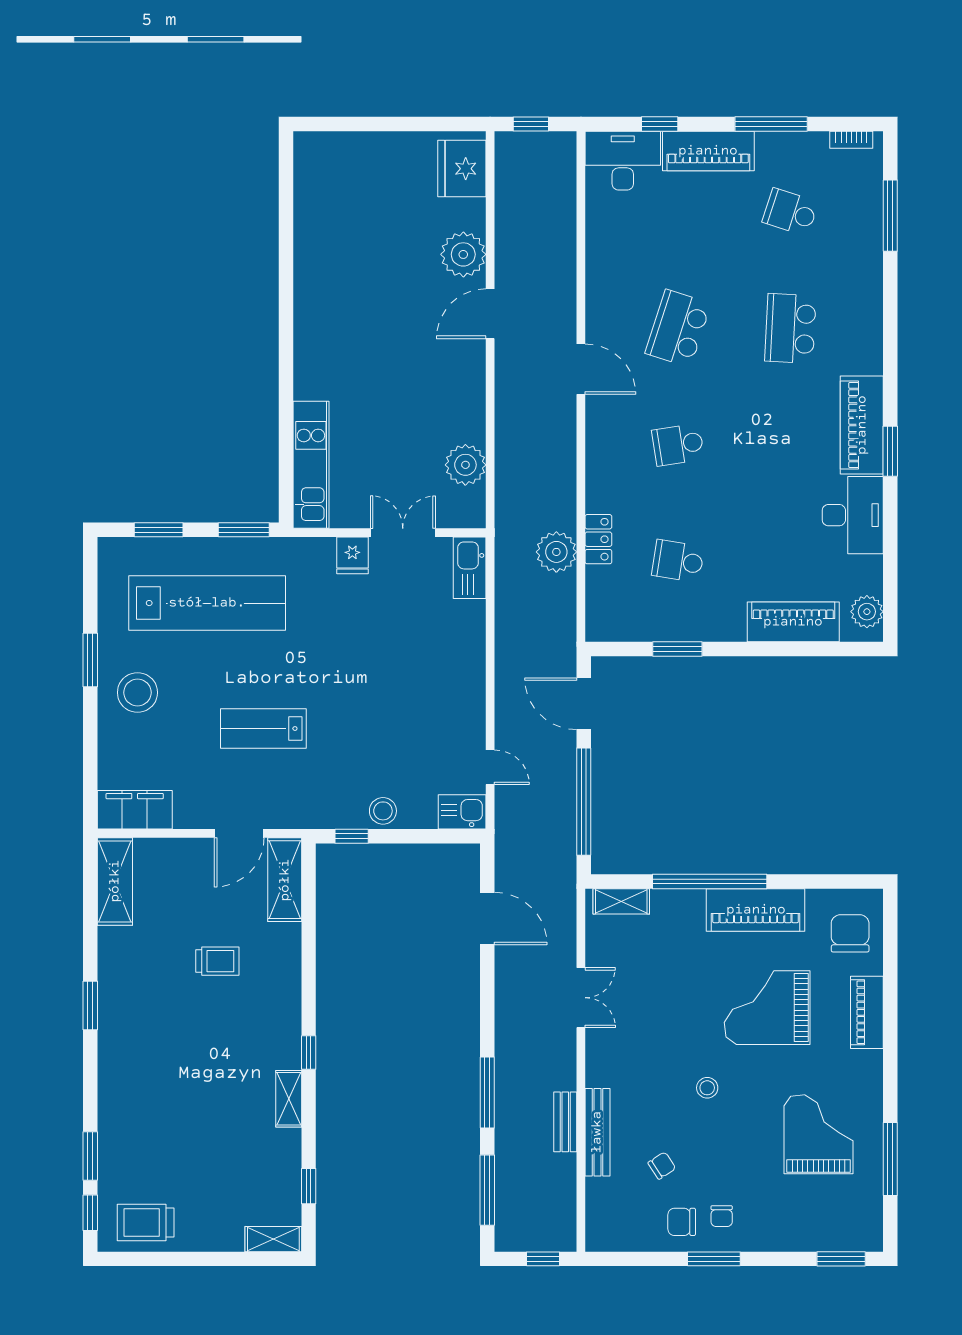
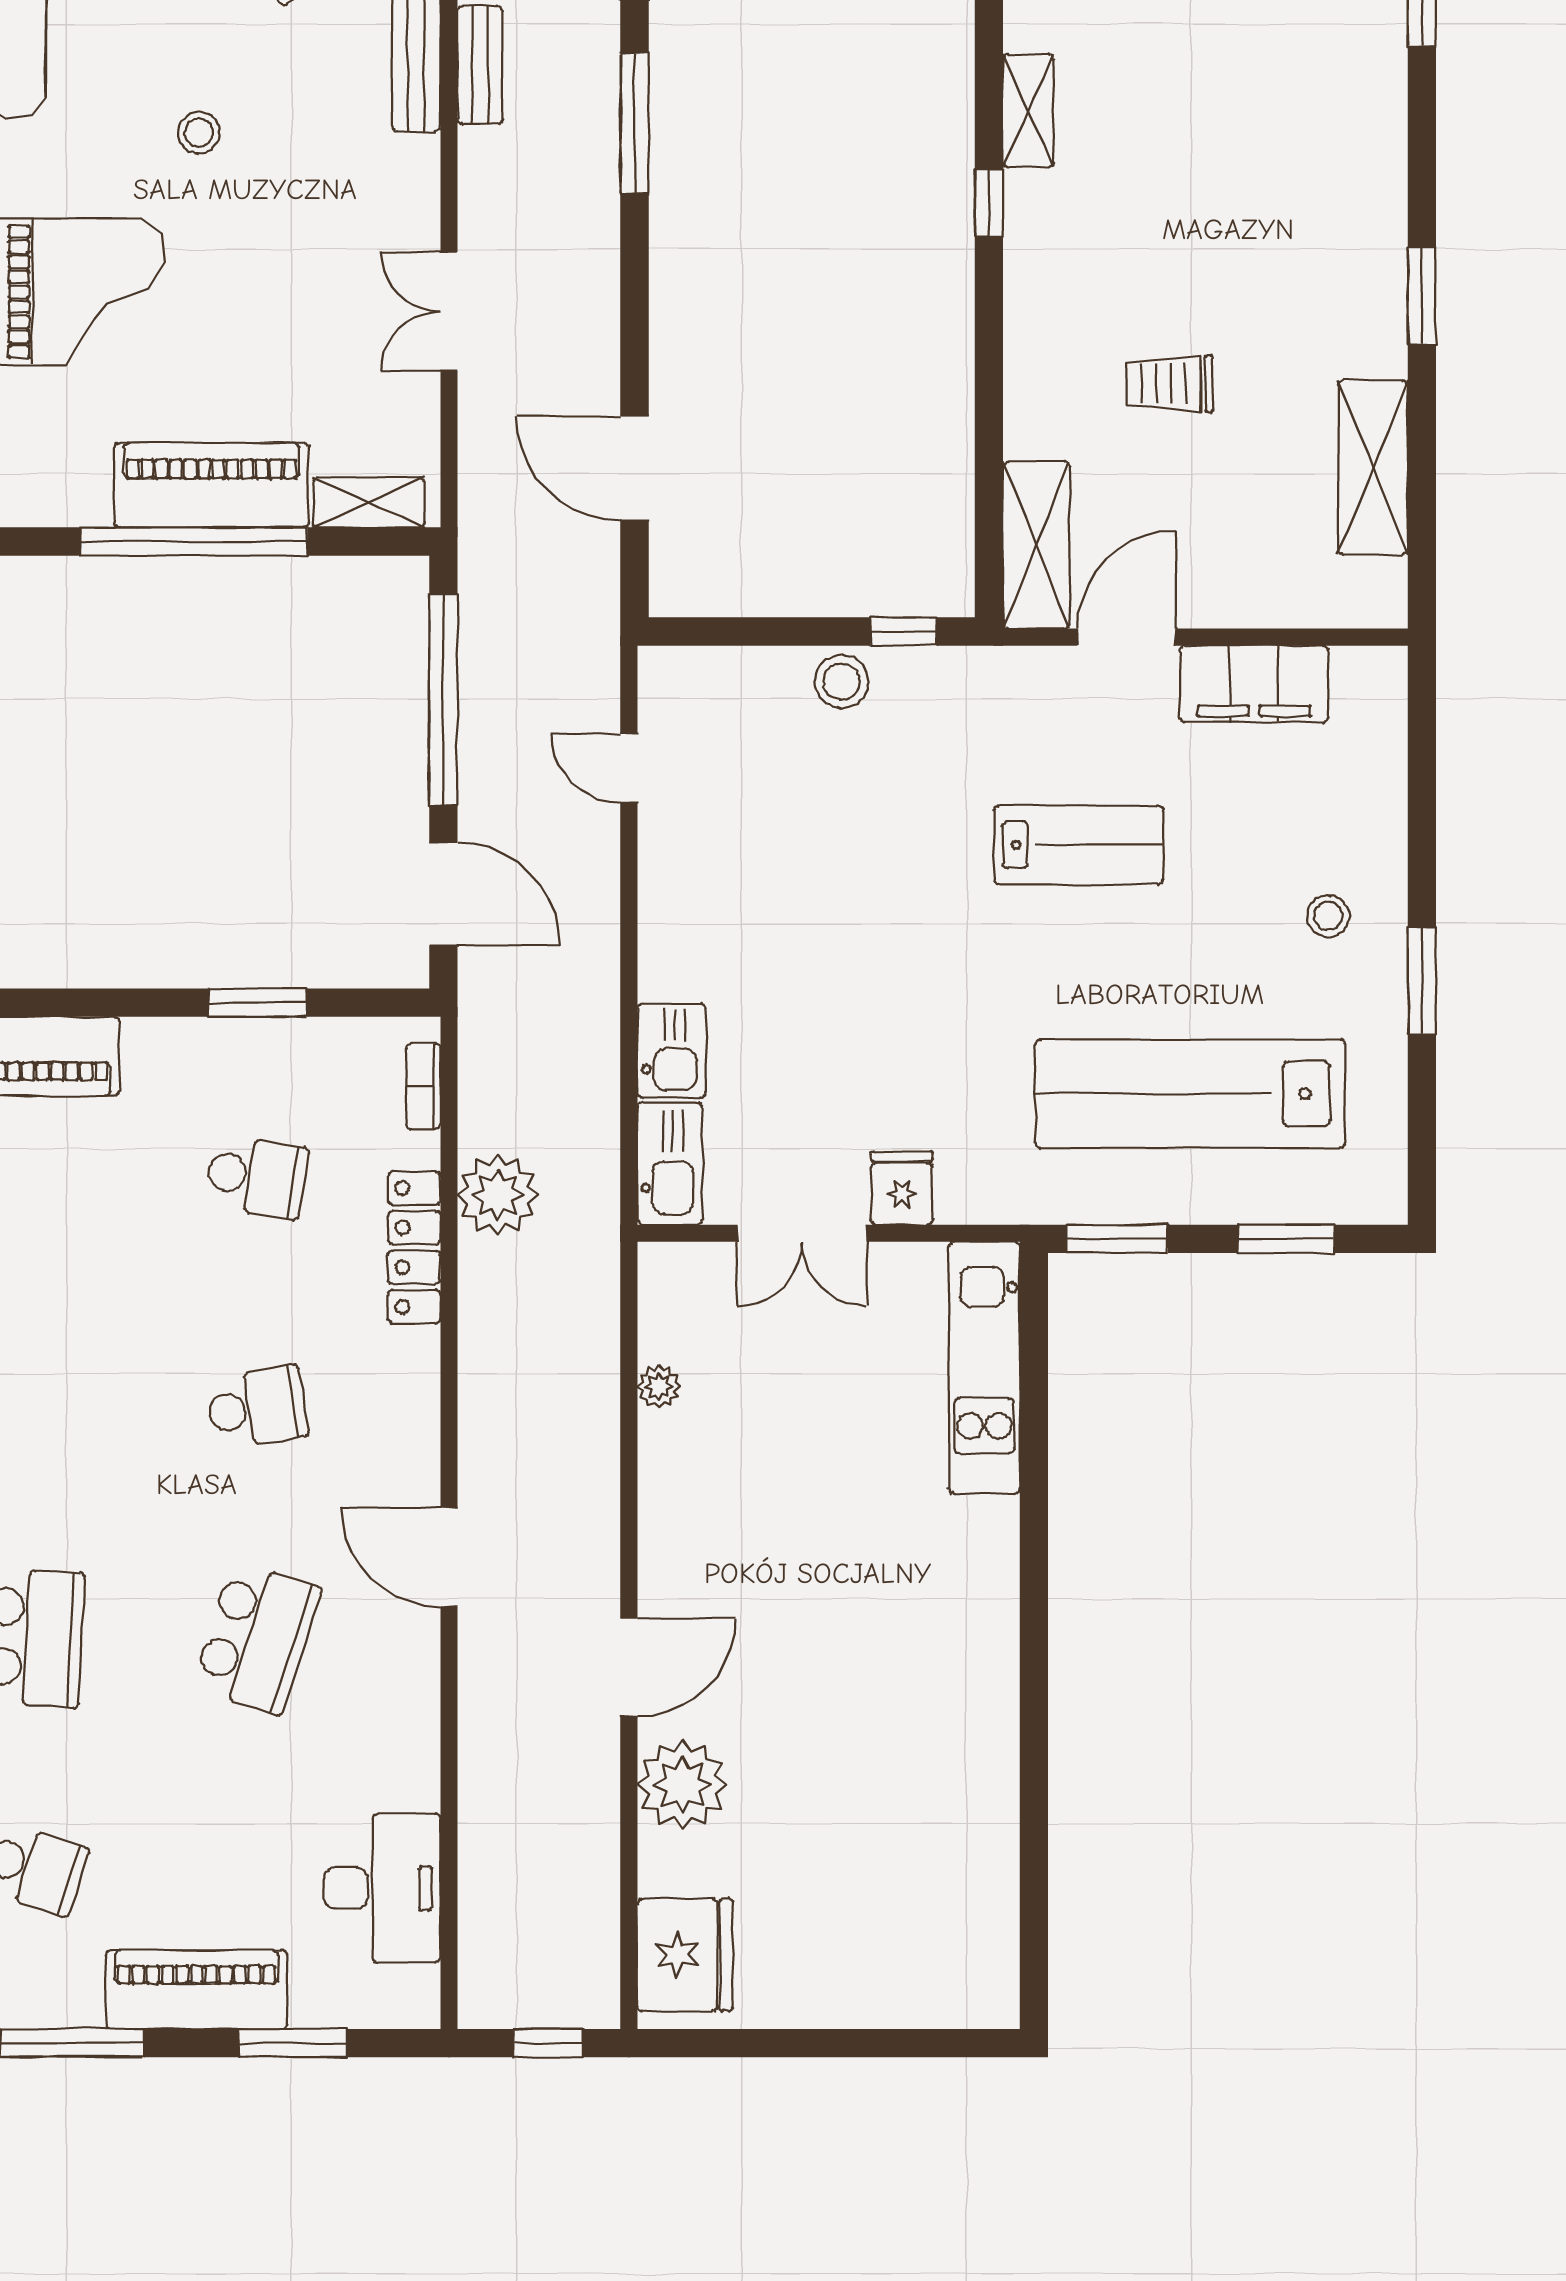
window: (660, 124) -> (293, 2043), width x1.50
desk: (623, 161) -> (382, 1888), moved, turned -90
plant: (465, 465) -> (659, 1386), width x0.53, depth x0.53
locker: (598, 539) -> (414, 1247), width x1.53
bookcase: (594, 607) -> (423, 1086), added
stool: (137, 693) -> (1328, 916), width x0.53, depth x0.53
filing cabinet: (135, 810) -> (1254, 684), moved
kitchen sink: (462, 812) -> (672, 1051), moved, turned -90
shelving: (115, 881) -> (1373, 468), moved
piano: (756, 910) -> (211, 485), moved

